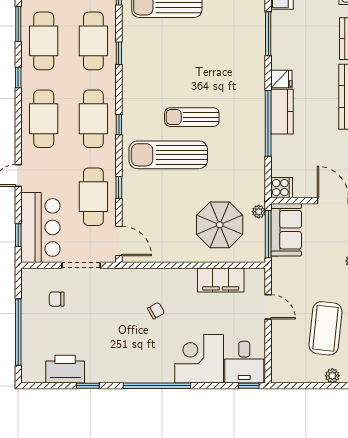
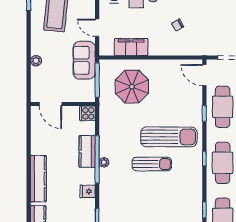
kitchen counter: (282, 112) -> (87, 151), moved
plant: (259, 212) -> (104, 162), moved
sofa: (286, 230) -> (84, 60), moved

